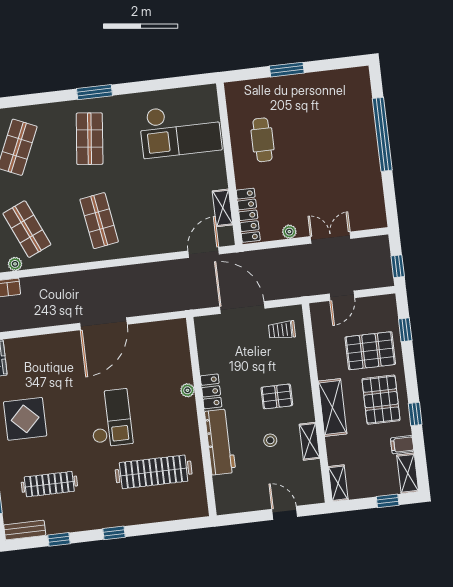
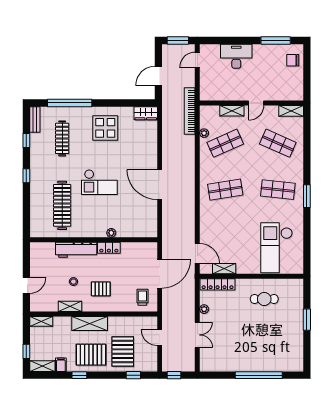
pallet: (277, 396) -> (101, 289), turned 90

